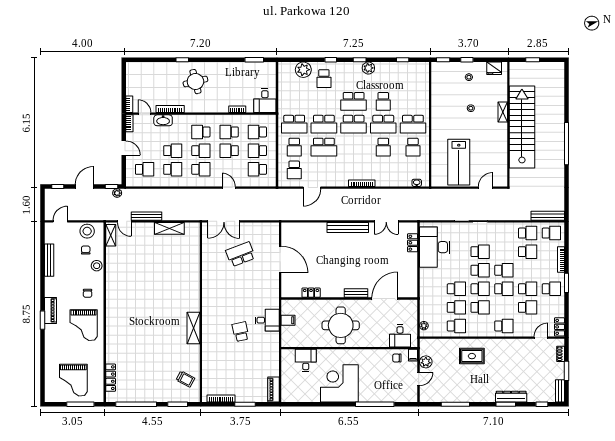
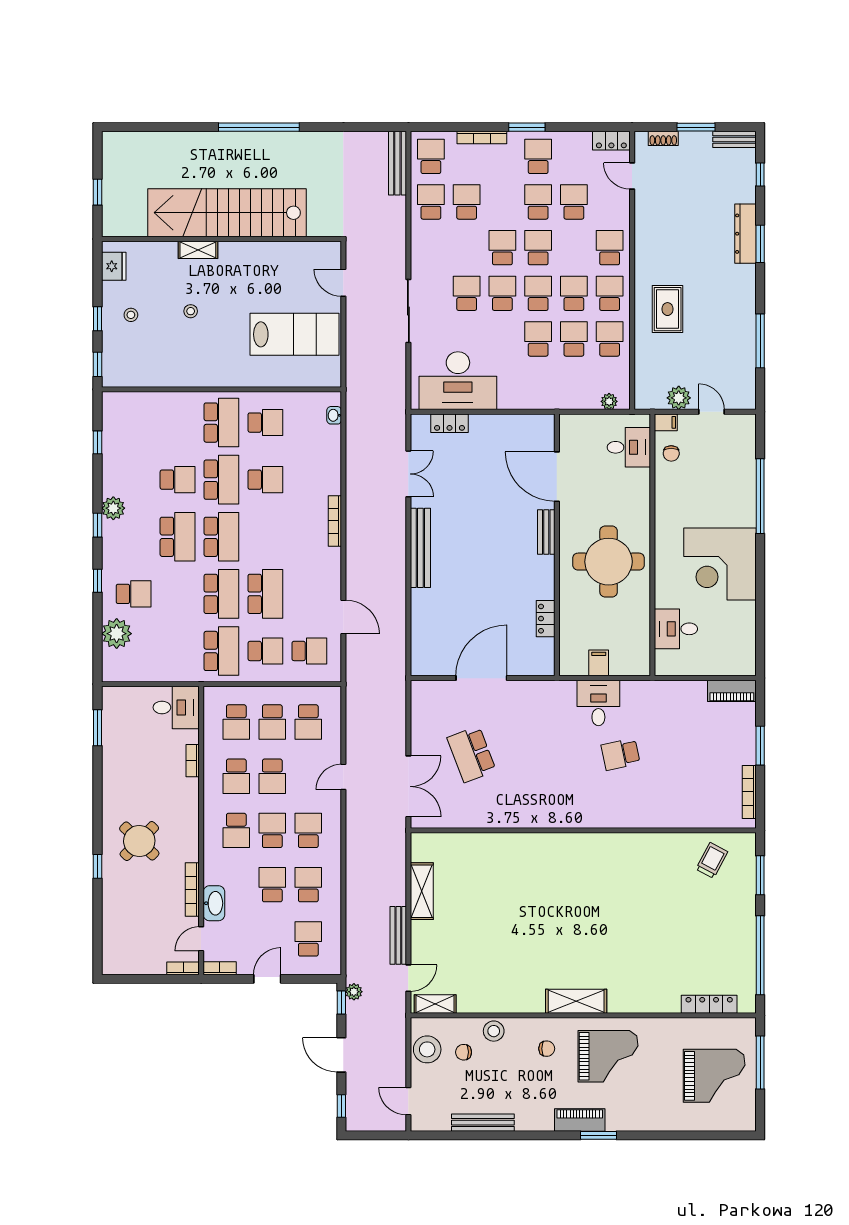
round table: (195, 82) -> (139, 841), turned -32
school desk: (480, 326) -> (610, 293), added
shelving: (194, 328) -> (576, 1001), moved

